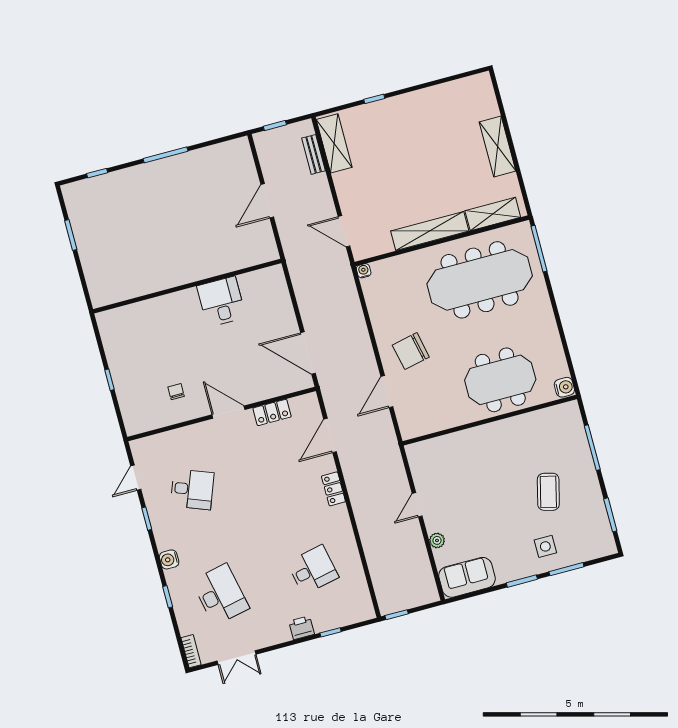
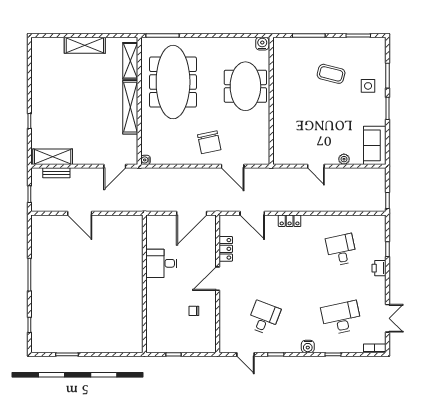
wall: (187, 286) -> (144, 284), moved
desk: (221, 302) -> (161, 263), moved

